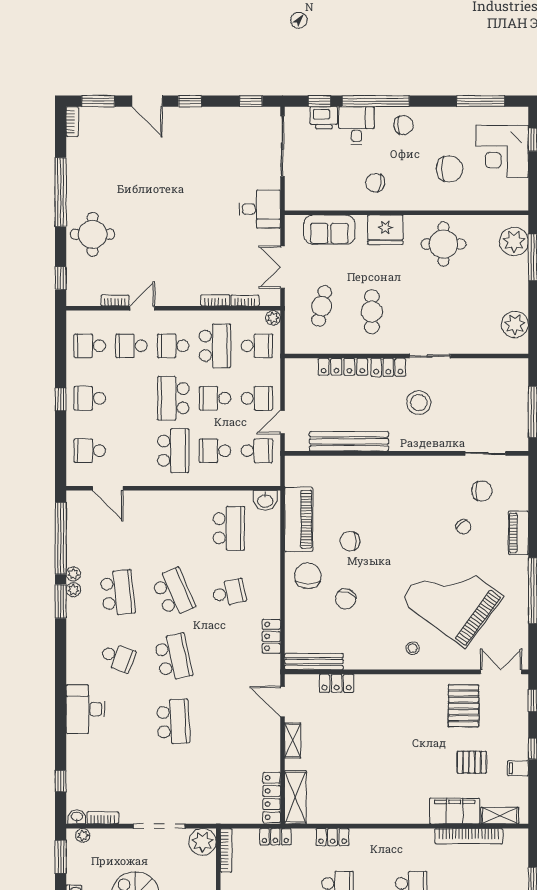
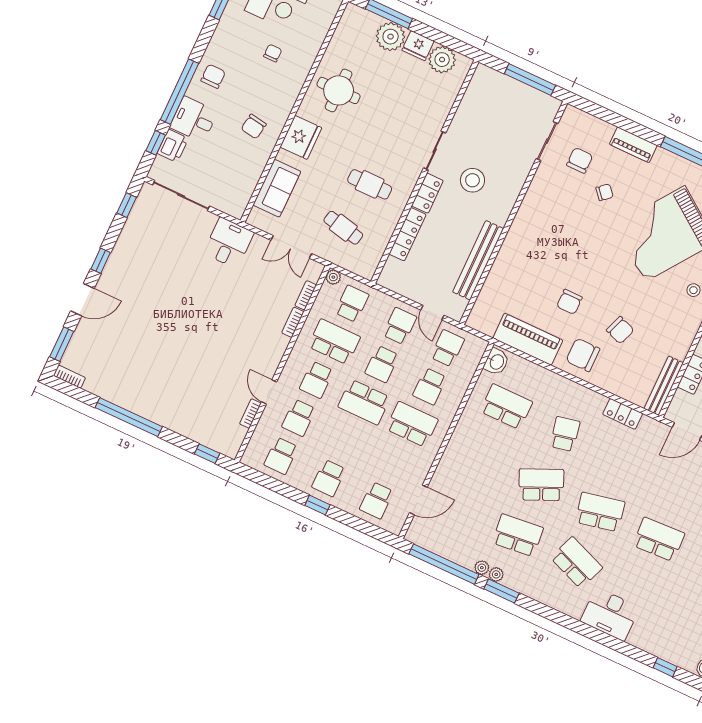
chair: (450, 169) -> (273, 53), width x0.54, depth x0.54
round table: (93, 234) -> (181, 406), removed
plant: (514, 241) -> (391, 37), moved
fridge: (517, 297) -> (418, 46), added
school desk: (118, 657) -> (576, 563), width x1.85

